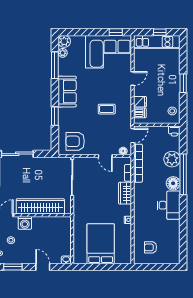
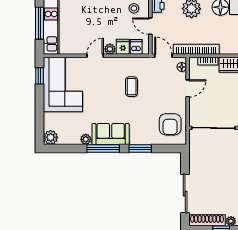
window: (160, 32) -> (39, 23), width x2.17
plant: (63, 53) -> (86, 139), moved
window: (55, 65) -> (103, 149), moved
door: (133, 79) -> (95, 56), hinge flipped
plant: (138, 91) -> (110, 49), added
door: (157, 125) -> (150, 26), added

